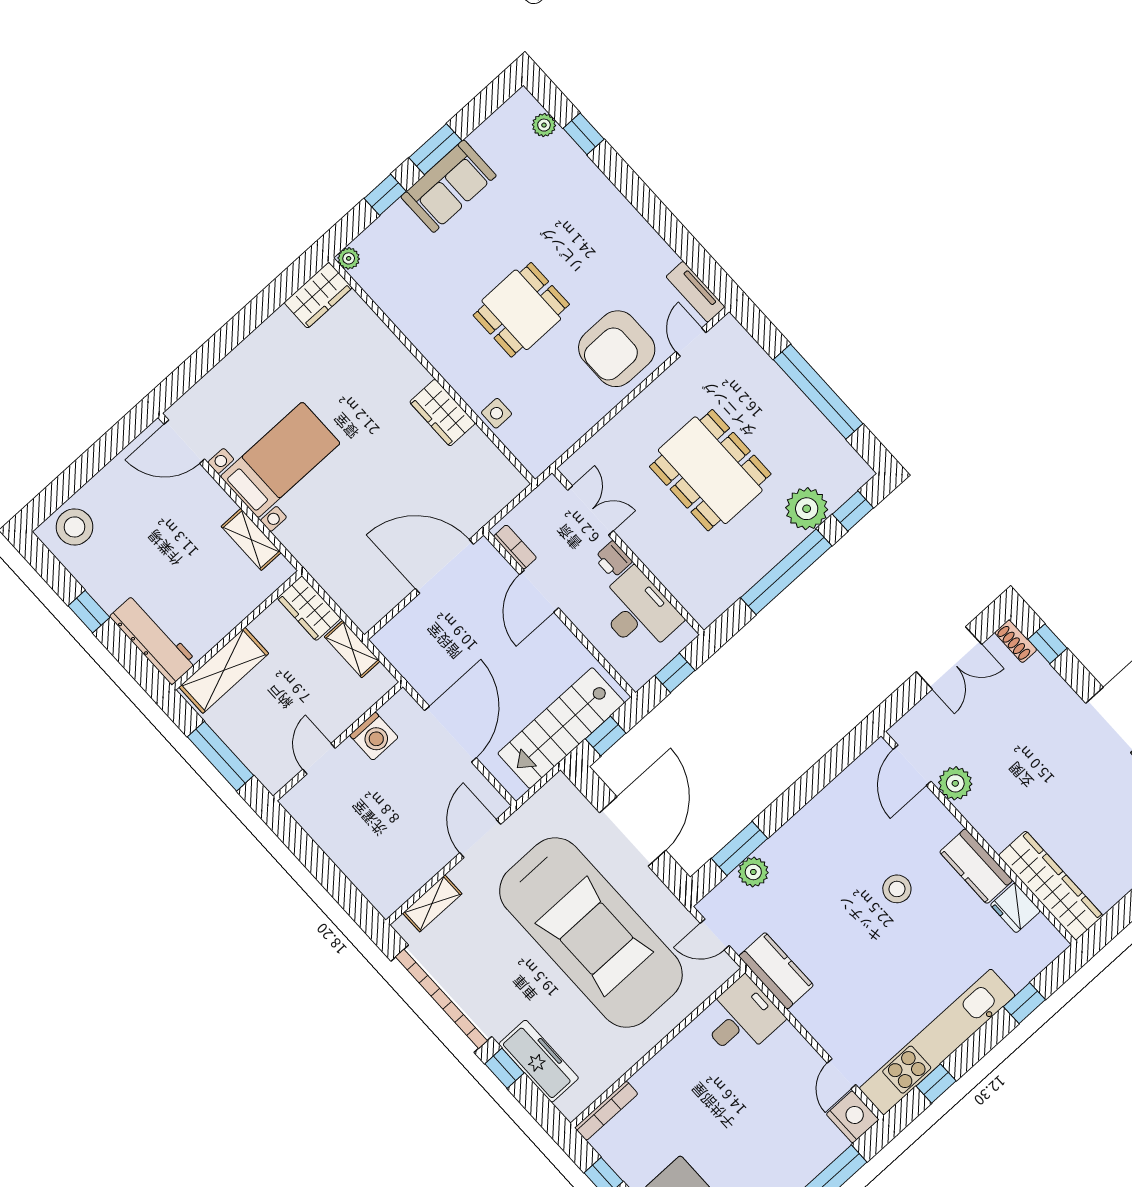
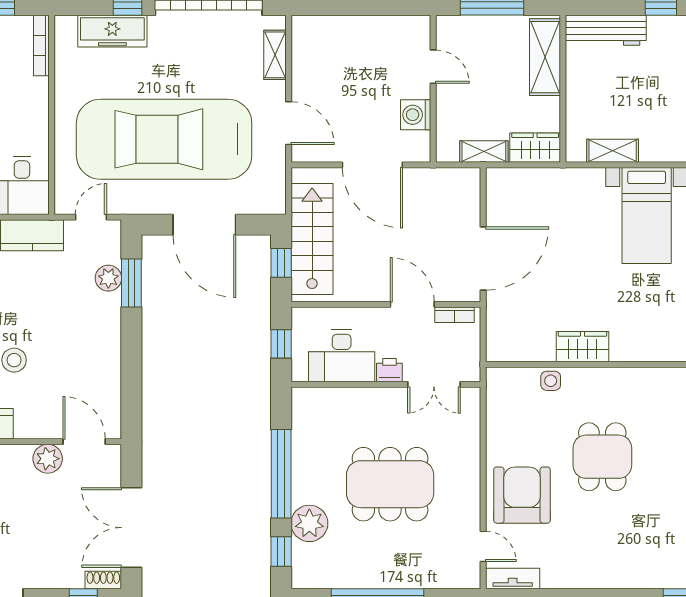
double door: (949, 658) -> (131, 528), width x1.37

